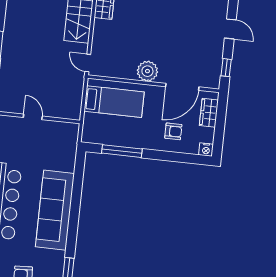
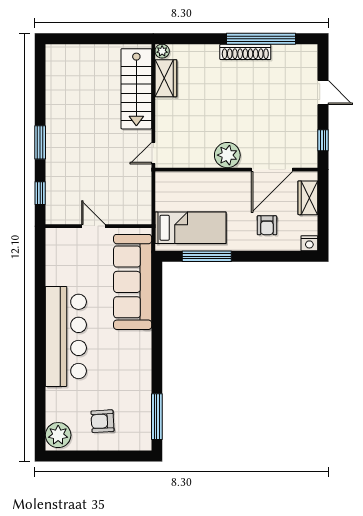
door: (88, 63) -> (153, 153), hinge flipped
bed: (114, 102) -> (191, 228), moved
armchair: (173, 131) -> (267, 225), turned 90
sofa: (55, 210) -> (133, 282), moved

